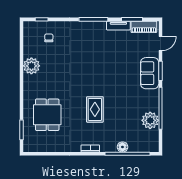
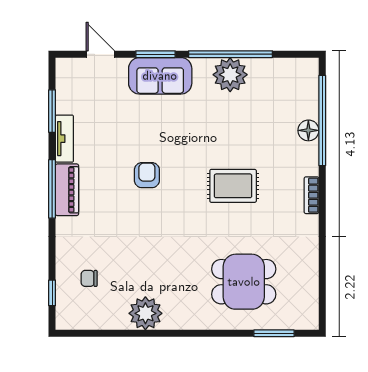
piano: (144, 27) -> (67, 190), moved
armchair: (100, 67) -> (147, 175), added
plant: (150, 120) -> (230, 75), moved

